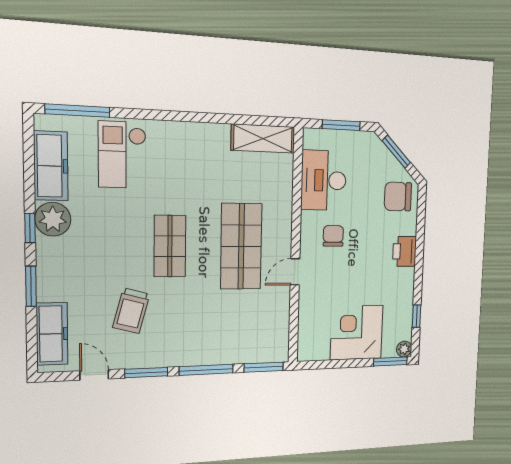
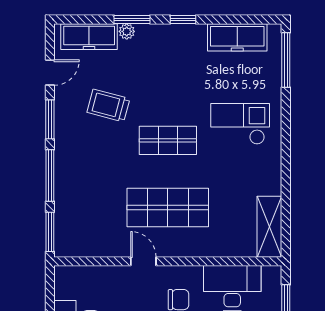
checkout: (122, 155) -> (240, 124), moved
plant: (53, 219) -> (127, 31), moved, width x0.53, depth x0.53

